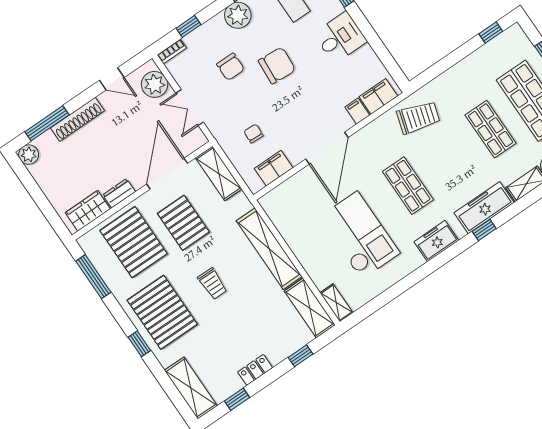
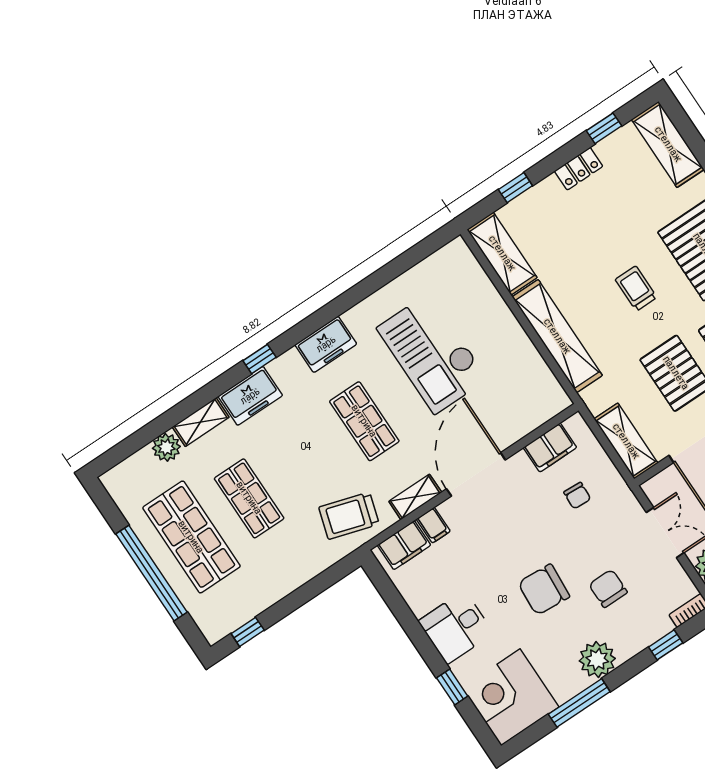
freezer: (484, 208) -> (250, 396), width x0.71
shelving: (336, 303) -> (415, 497), moved, turned 90

